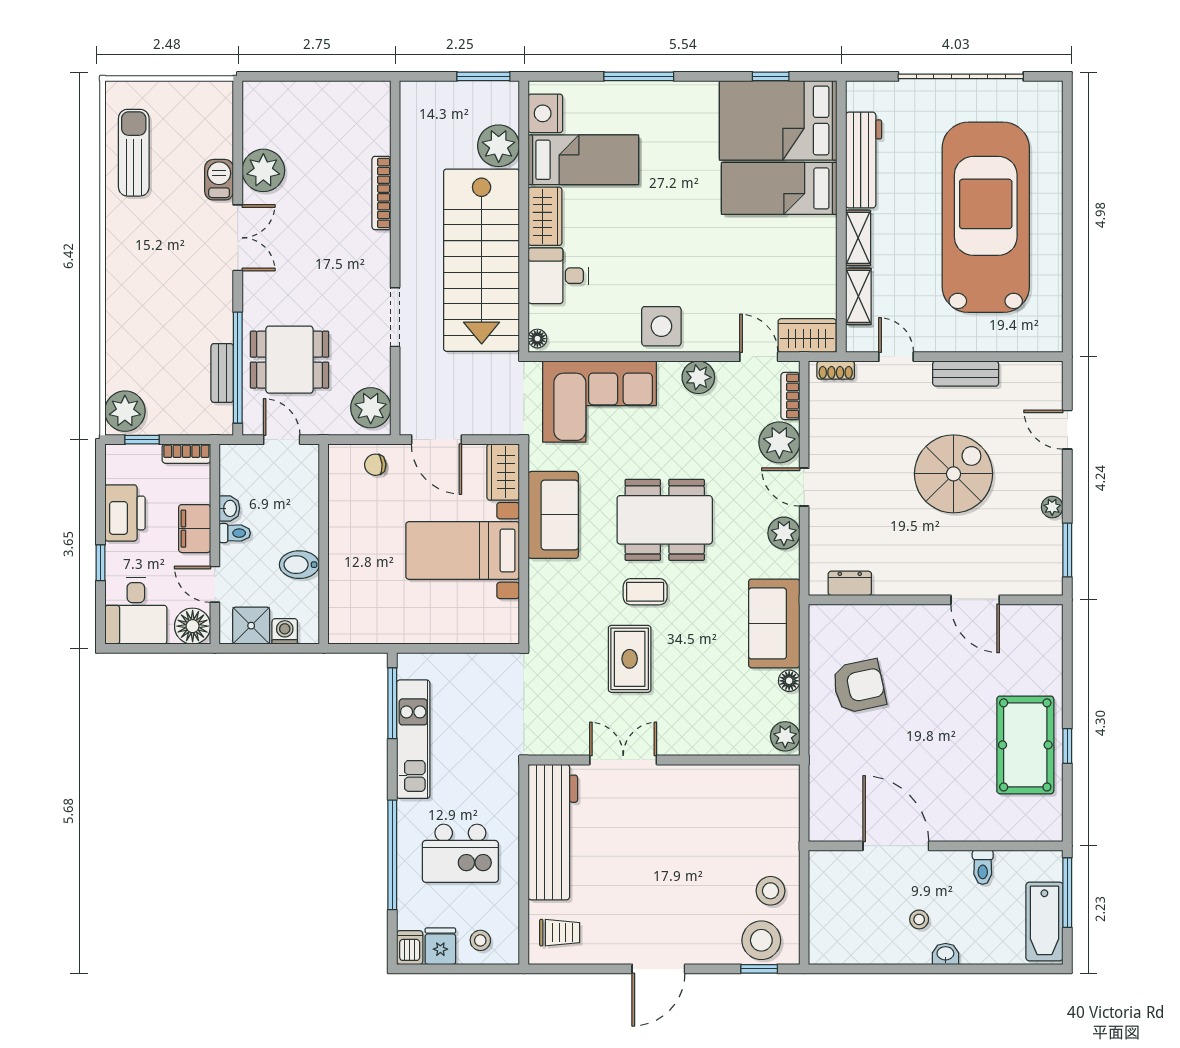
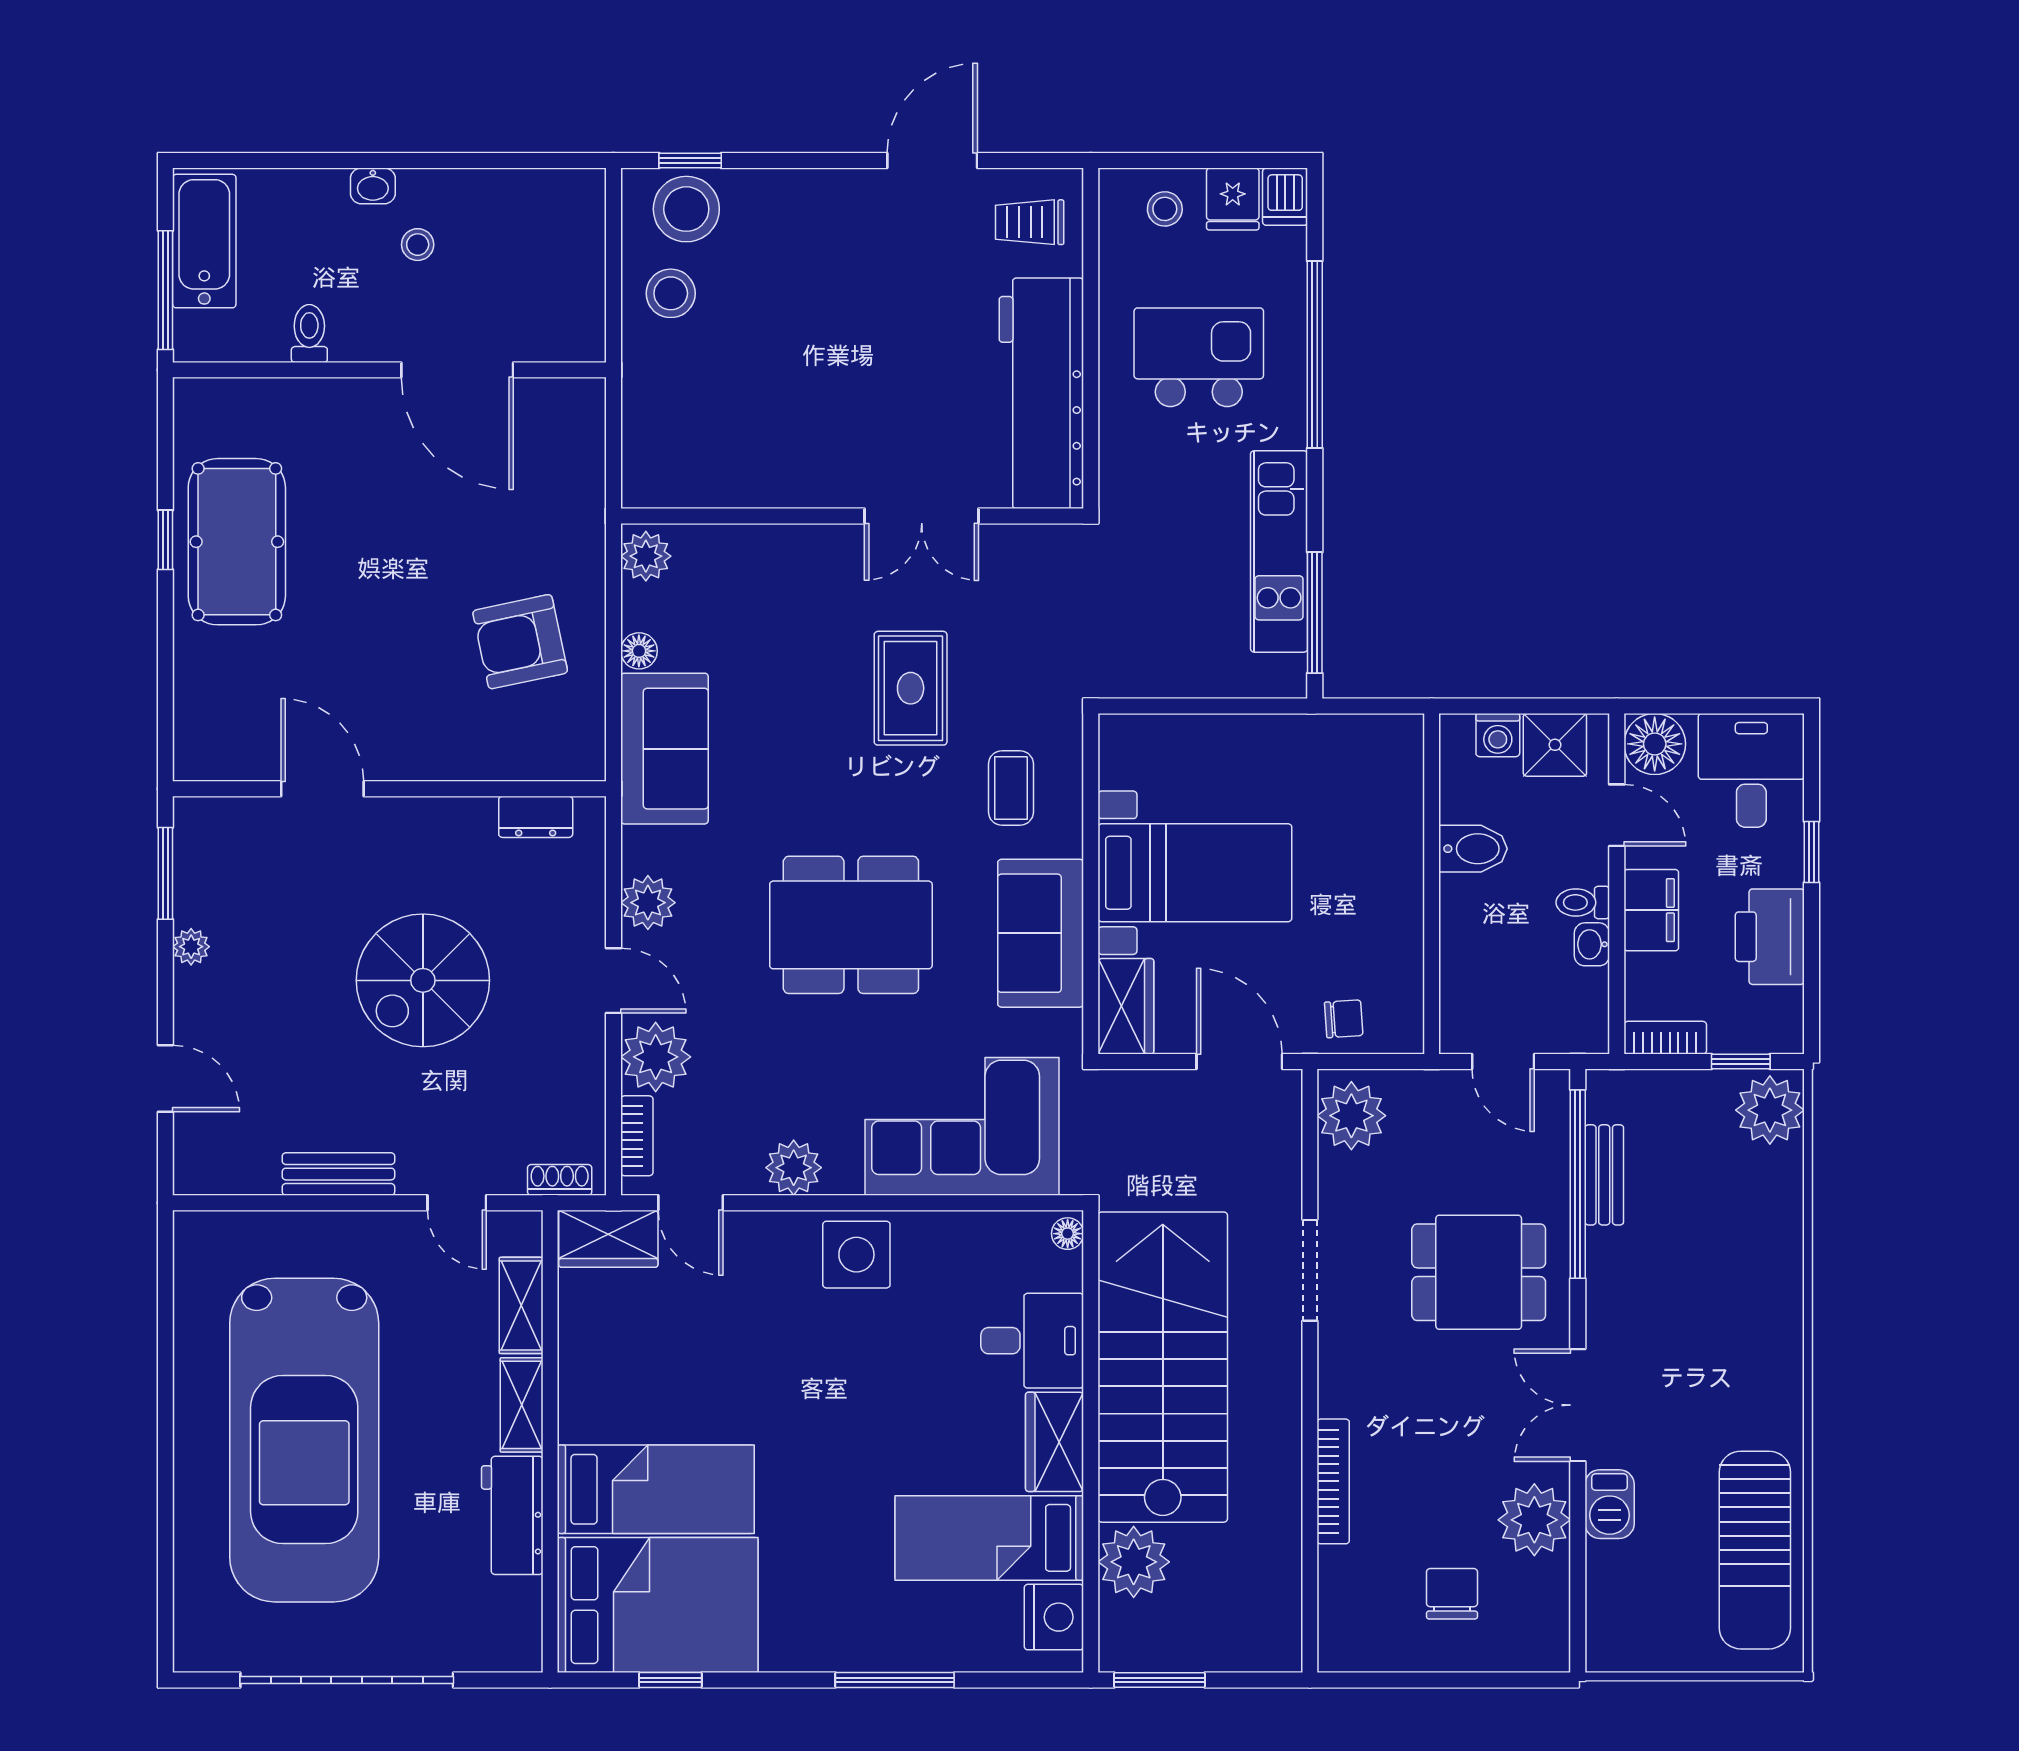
chair: (312, 127) -> (1452, 1594), added
sun lounger: (134, 153) -> (1755, 1550), width x1.36, depth x1.34
workbench: (864, 160) -> (512, 1515), width x0.73
dining table: (289, 360) -> (1479, 1272), moved
spiral stairs: (954, 474) -> (423, 980), moved
coffee table: (645, 592) -> (1011, 788), moved, turned 90
door: (658, 969) -> (932, 161), moved

